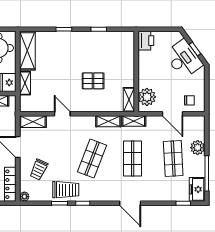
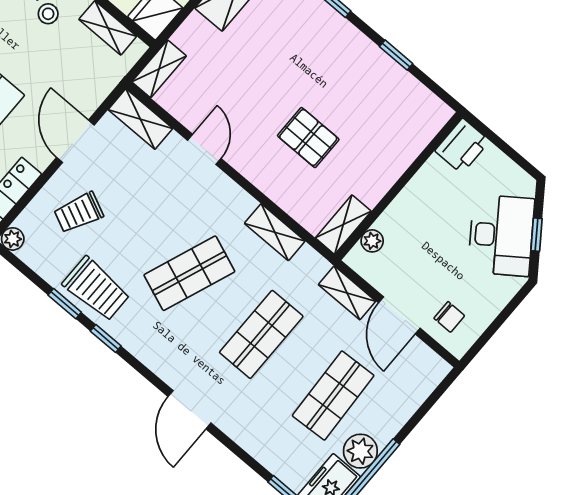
shelving: (25, 83) -> (159, 69), moved
plant: (147, 97) -> (372, 241), width x0.53, depth x0.53
shelving: (134, 121) -> (347, 293), moved
plant: (198, 148) -> (360, 451), moved

